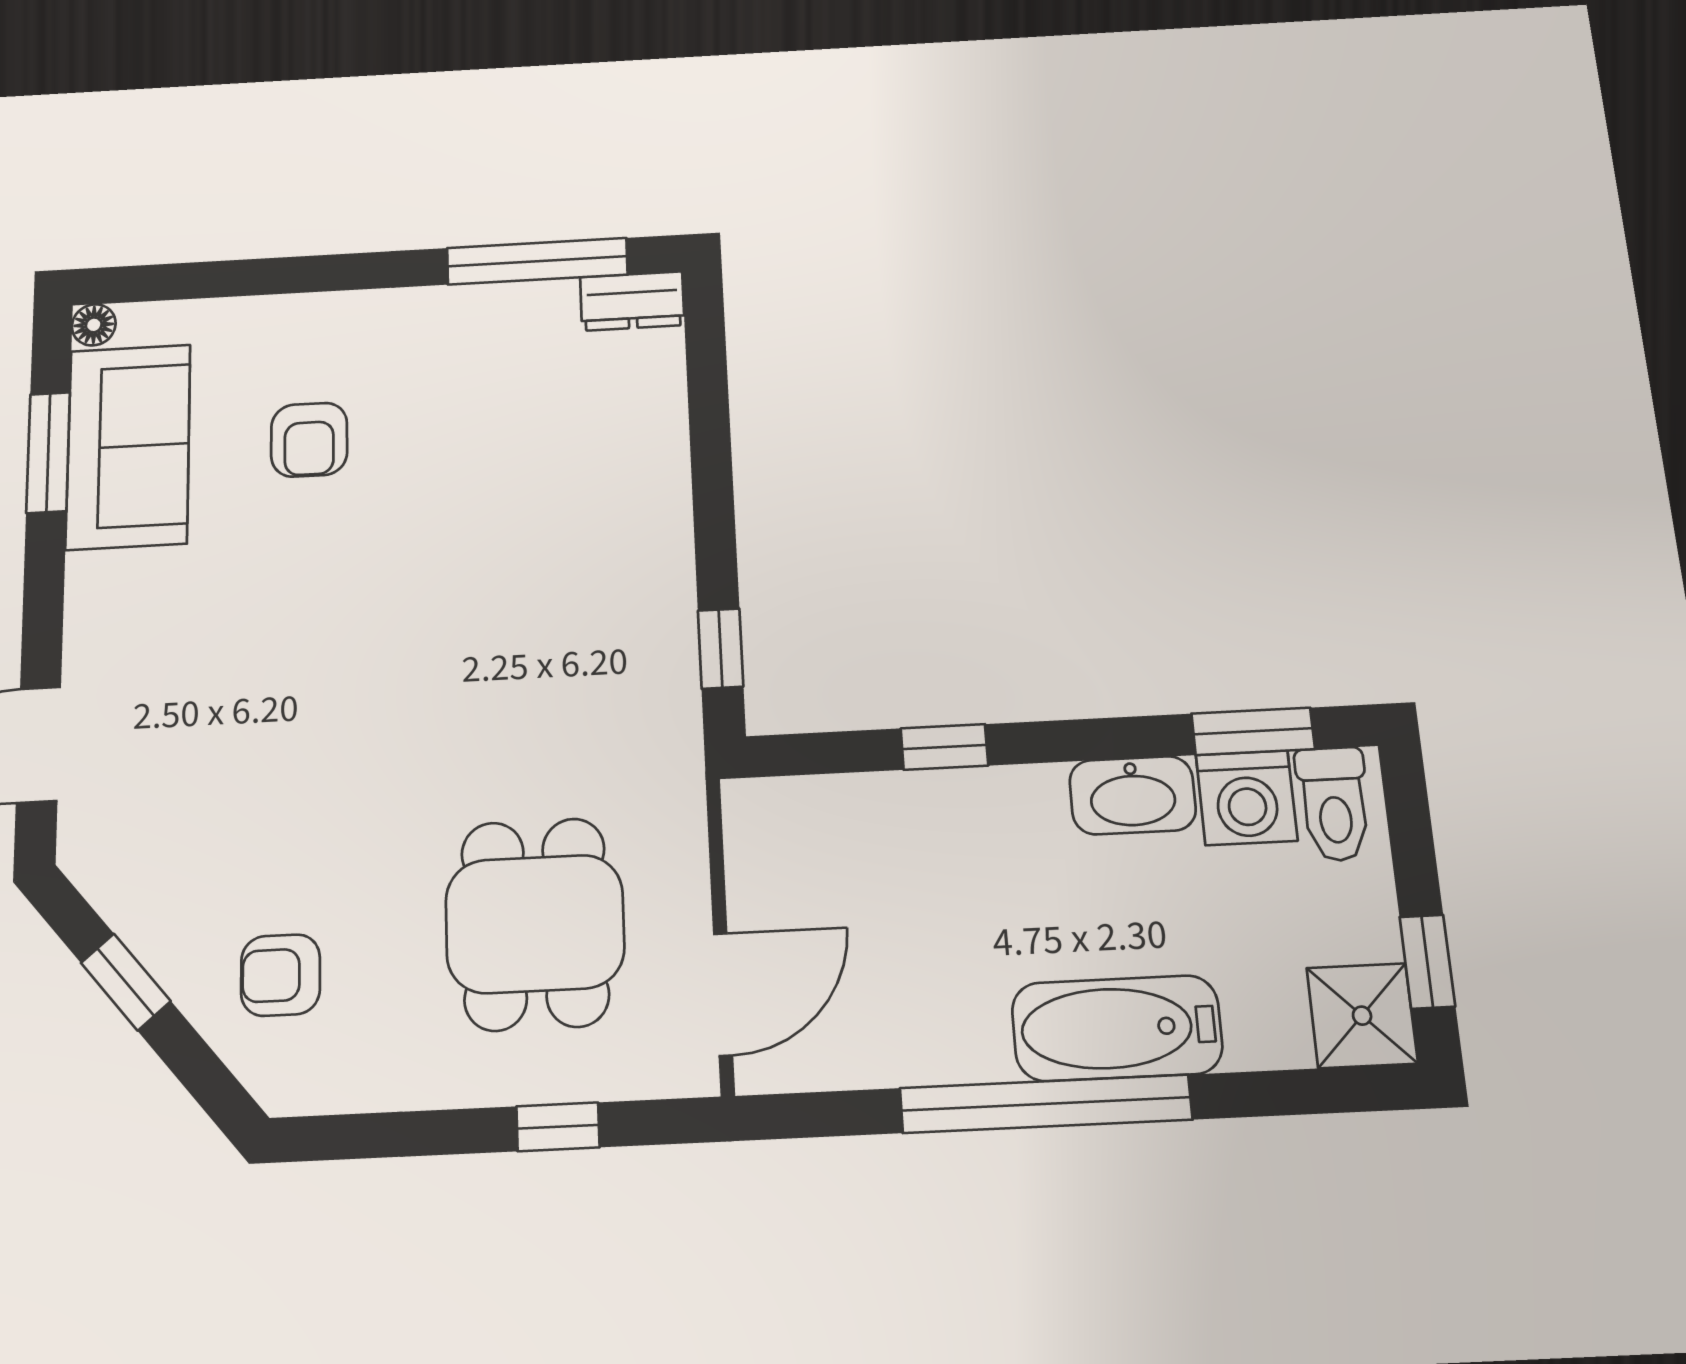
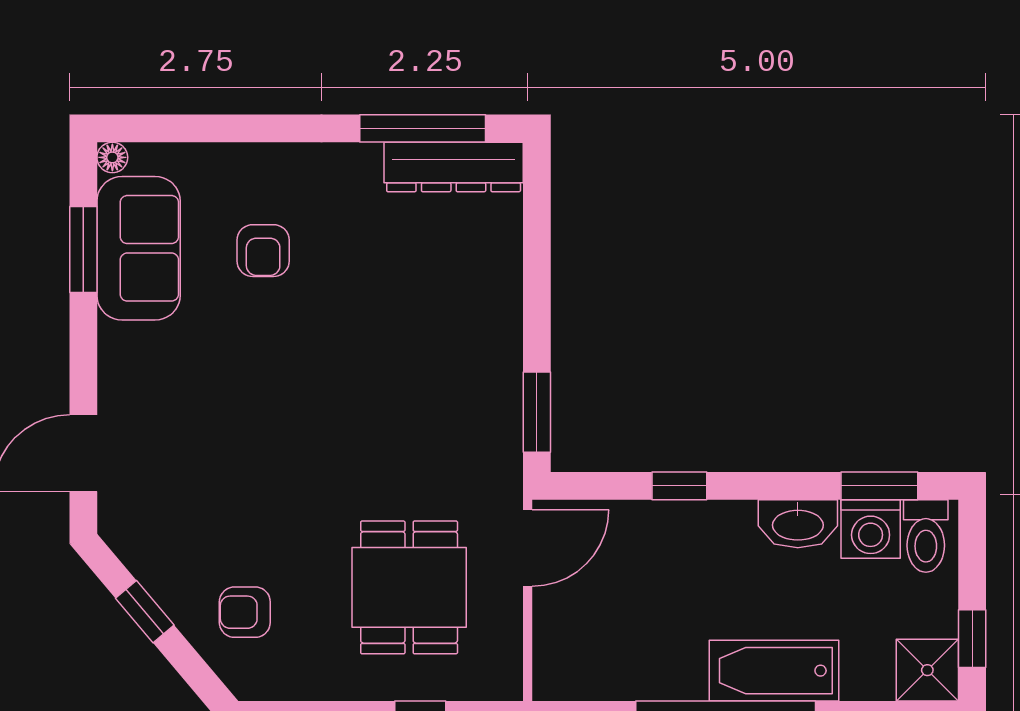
dresser: (632, 301) -> (454, 167), width x1.96, depth x1.24
window: (721, 649) -> (537, 412), width x1.50
door: (723, 994) -> (528, 548), moved

